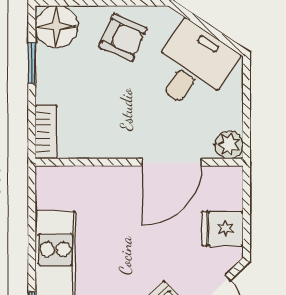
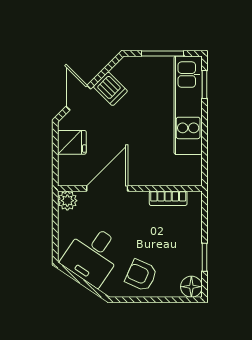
floor lamp: (56, 27) -> (191, 287), width x0.73, depth x0.73
bookcase: (46, 132) -> (168, 198), moved, turned -90

